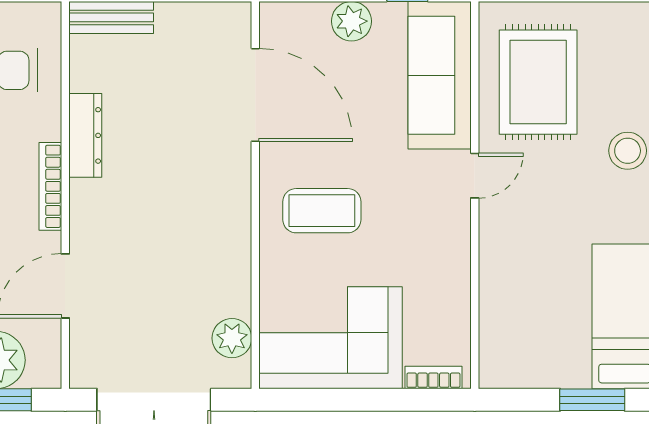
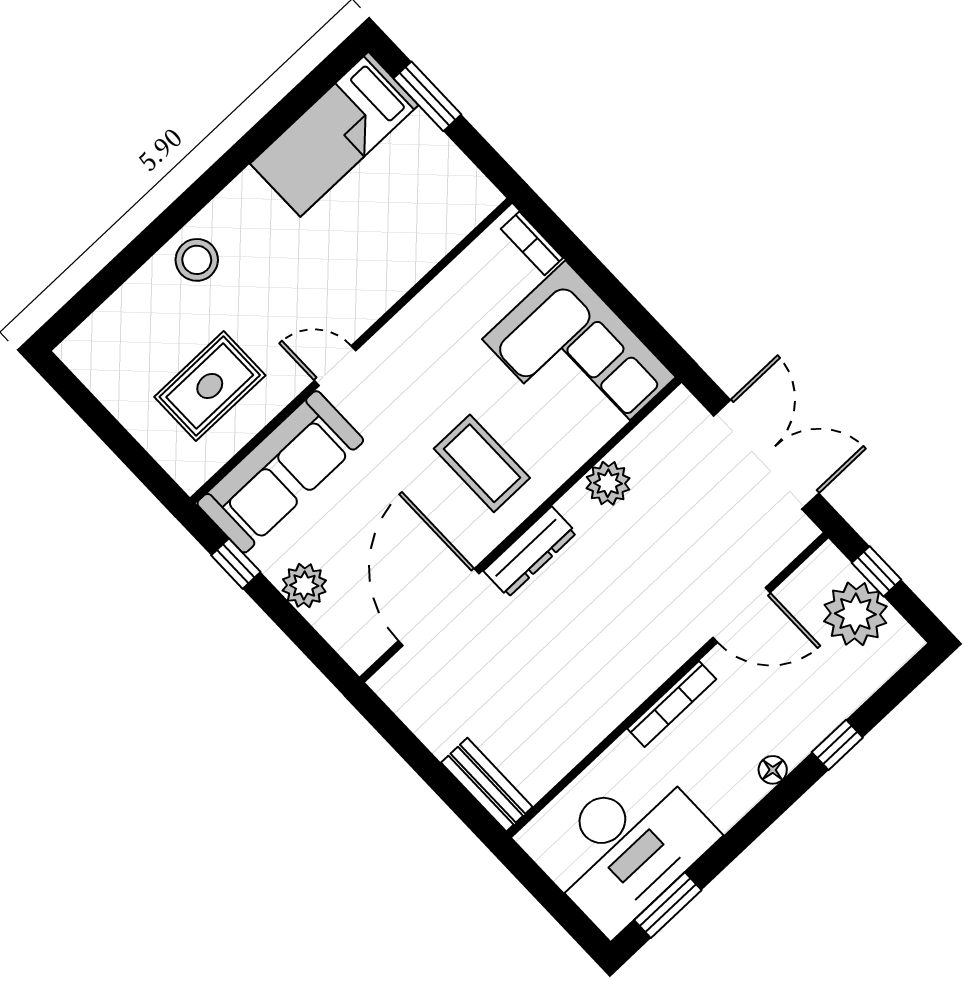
rug: (538, 82) -> (210, 386), width x0.73, depth x0.70
dresser: (85, 135) -> (530, 552), moved, turned 180
plant: (232, 338) -> (608, 483), moved

